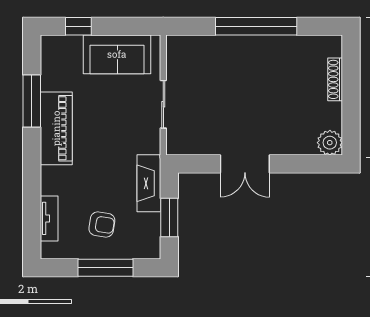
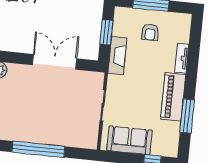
double door: (245, 164) -> (55, 62), width x1.37
tv unit: (49, 218) -> (182, 58), moved
armchair: (102, 224) -> (150, 32), turned -99

